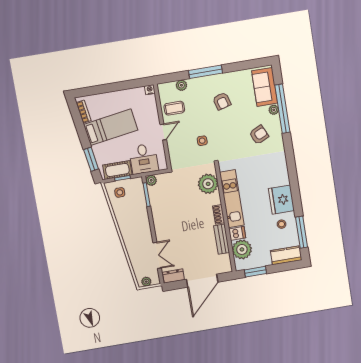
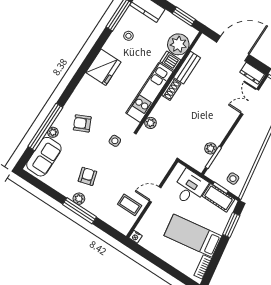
plant: (181, 85) -> (79, 199), moved
side table: (202, 141) -> (115, 141), moved
plant: (151, 180) -> (211, 148), moved
plant: (208, 184) -> (150, 123), width x0.53, depth x0.53
fridge: (281, 200) -> (103, 67), moved

